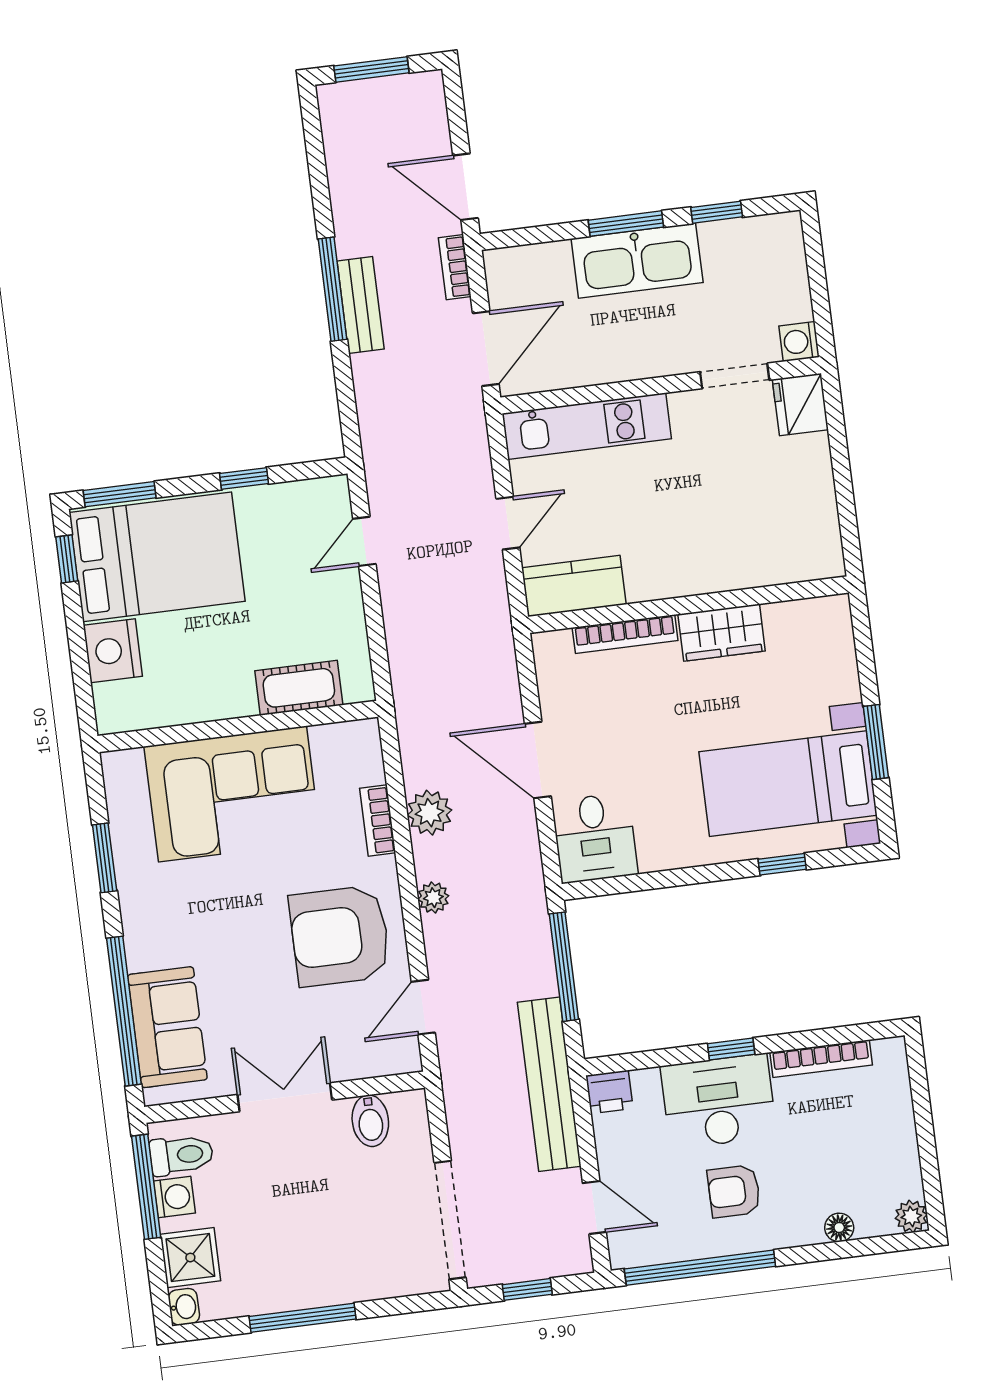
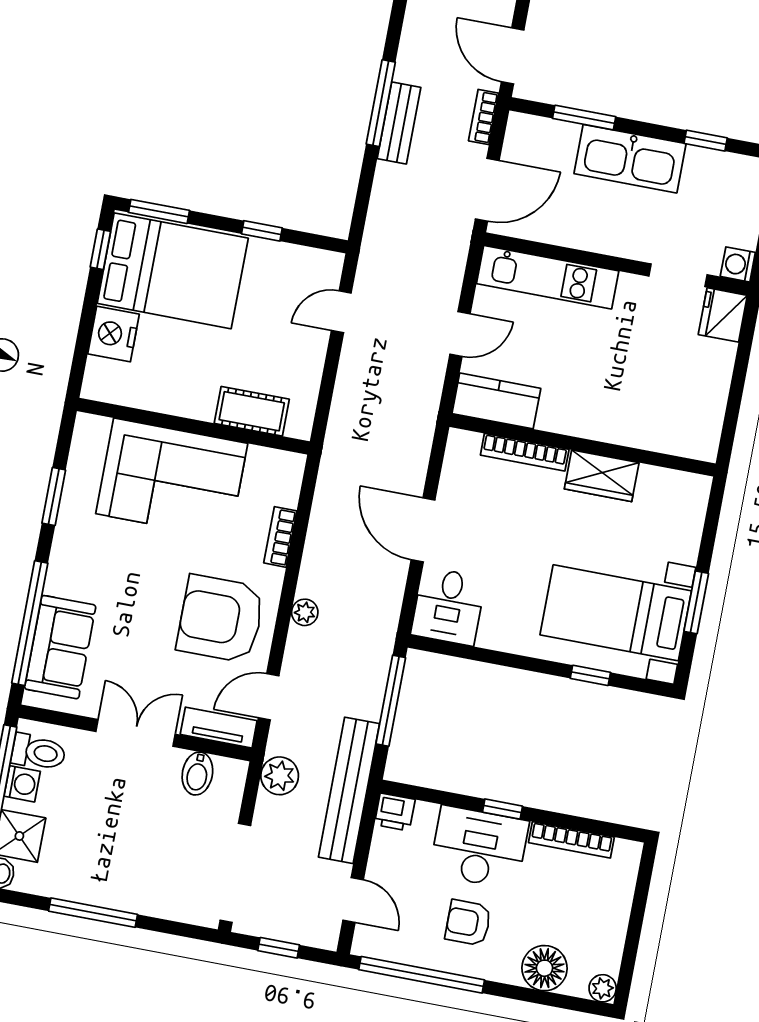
window: (626, 224) -> (584, 118), moved
plant: (429, 813) -> (280, 776), moved
tv unit: (378, 1061) -> (219, 728), added
floor lamp: (839, 1227) -> (544, 968), width x1.89, depth x1.89

